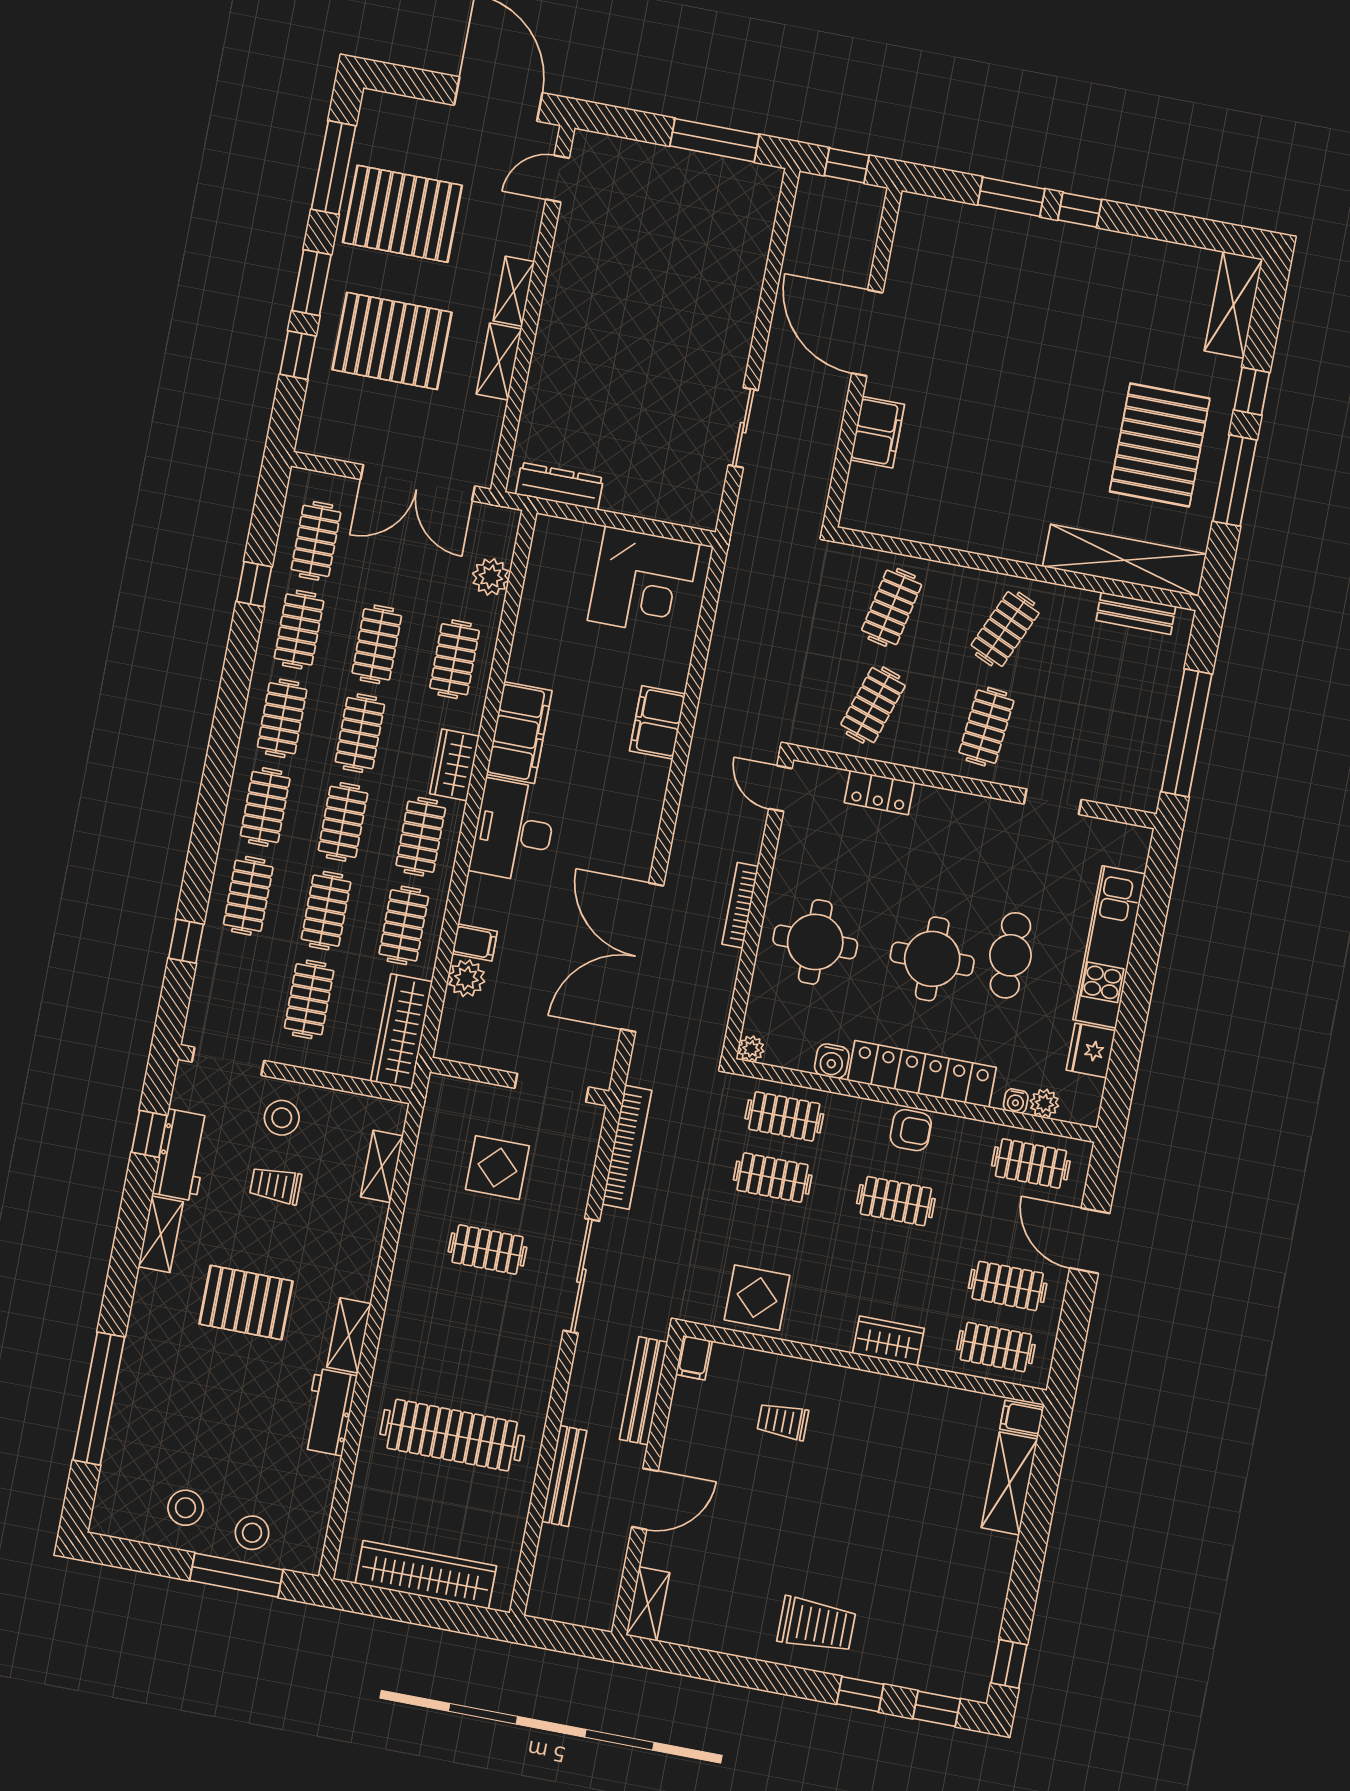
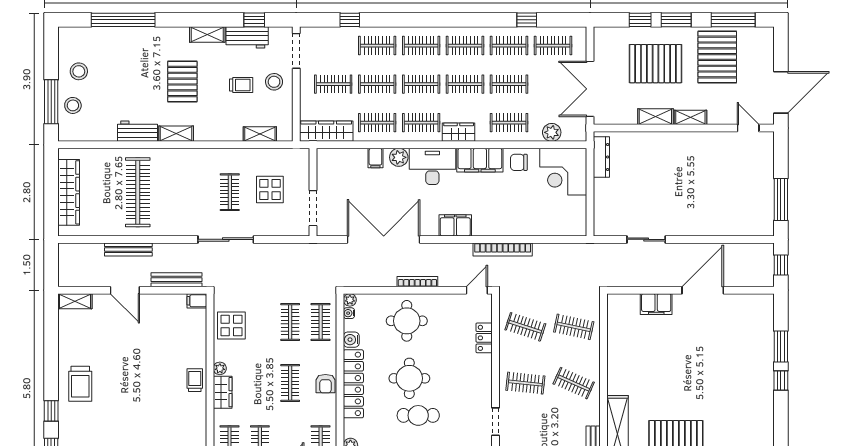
pallet: (392, 341) -> (656, 64), turned 90
corner desk: (644, 582) -> (563, 172), moved
chair: (539, 655) -> (519, 162), added
filing cabinet: (657, 722) -> (455, 225), moved
plant: (466, 978) -> (399, 157), moved
water cooler: (1016, 1101) -> (349, 313), moved
bookcase: (627, 1147) -> (503, 250), moved
trolley: (276, 1185) -> (241, 85), turned 90
plant: (839, 1338) -> (220, 368), added
trolley: (783, 1421) -> (195, 380), moved

